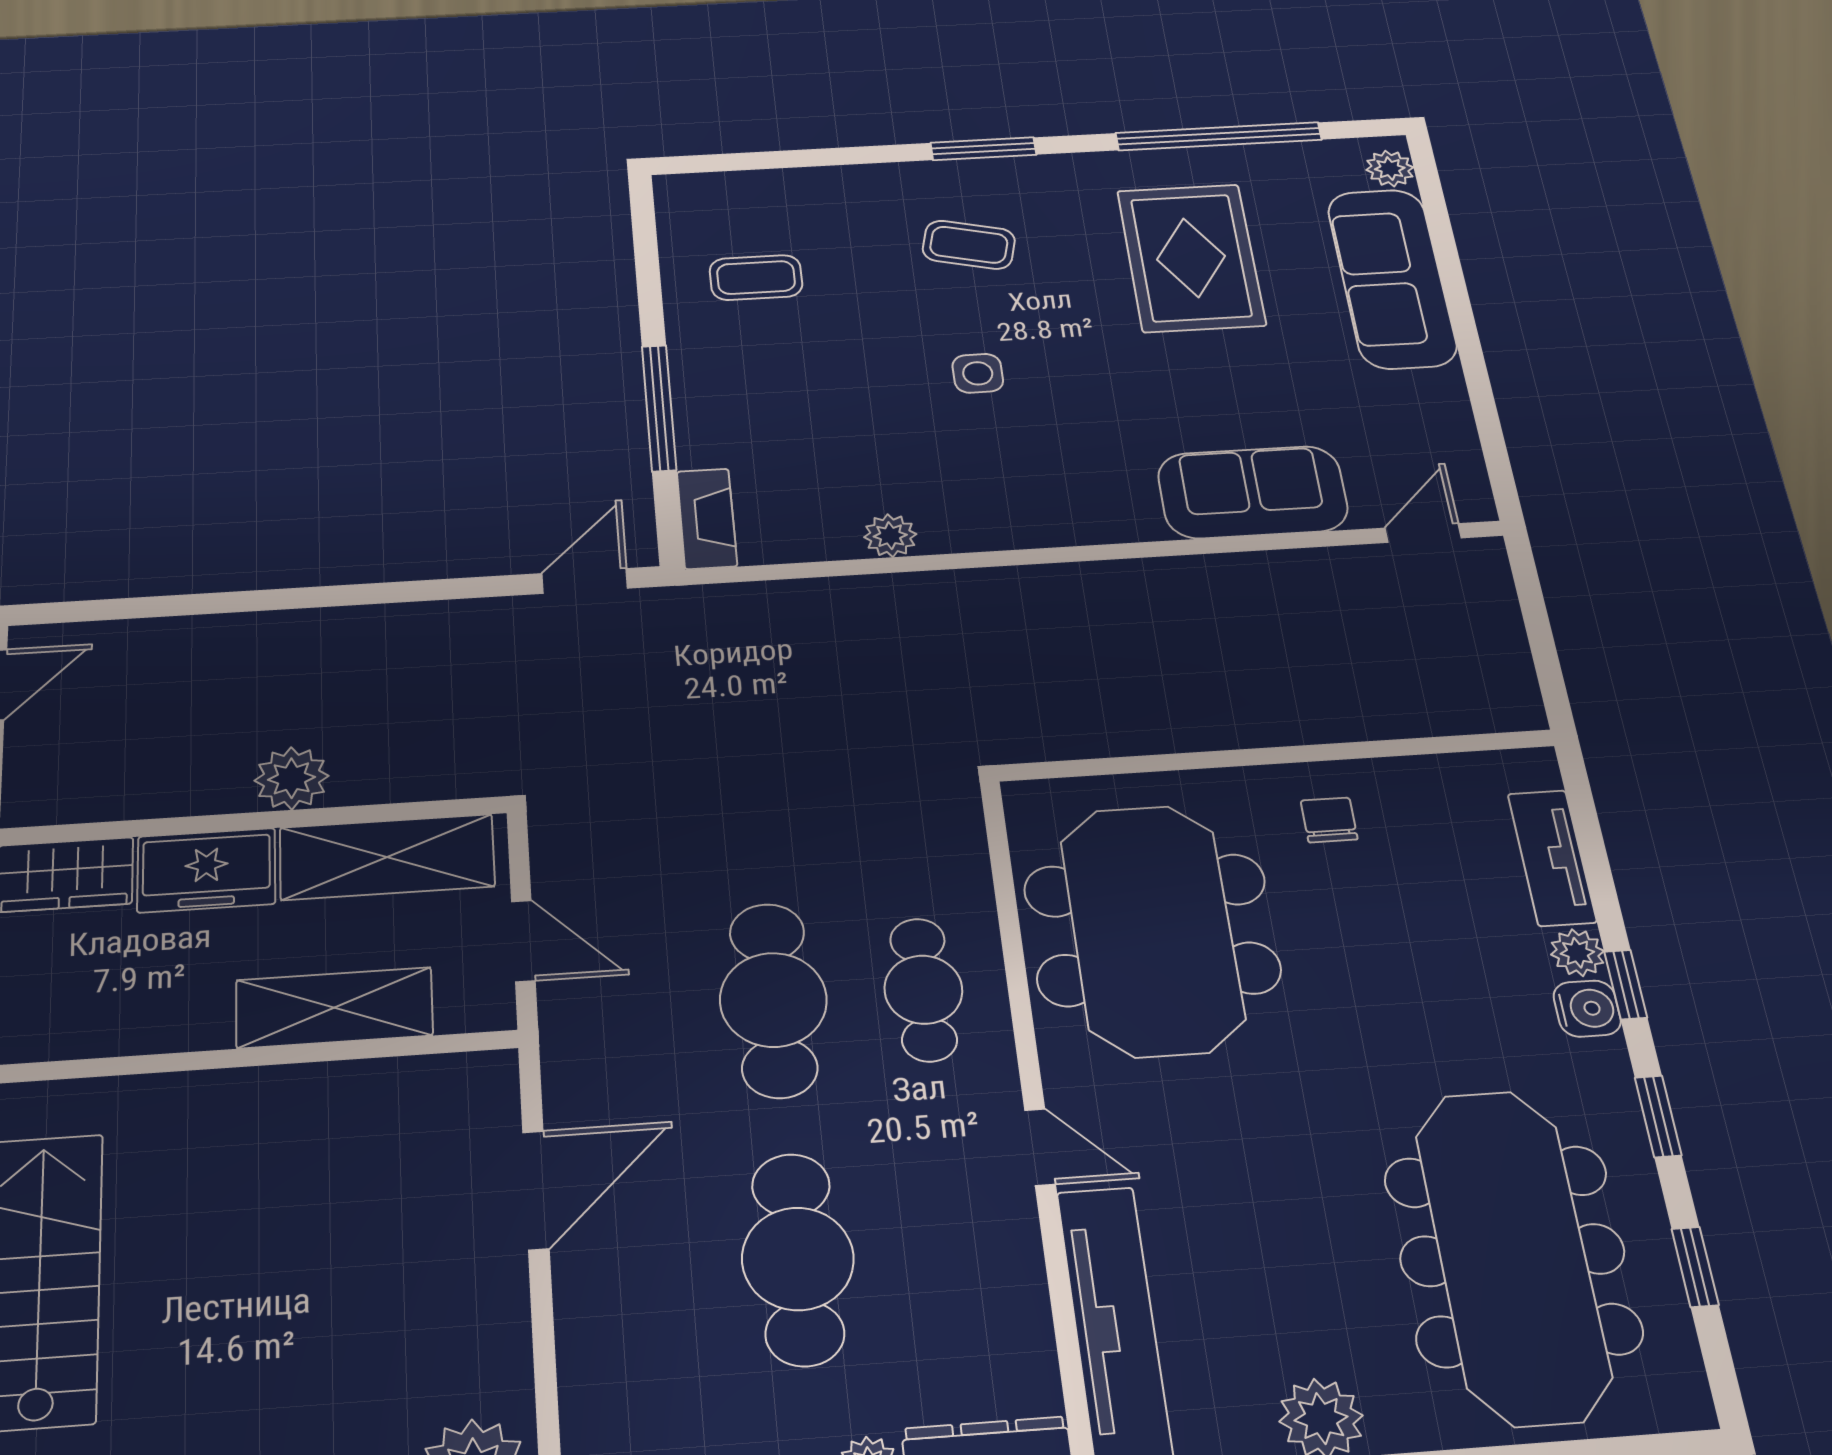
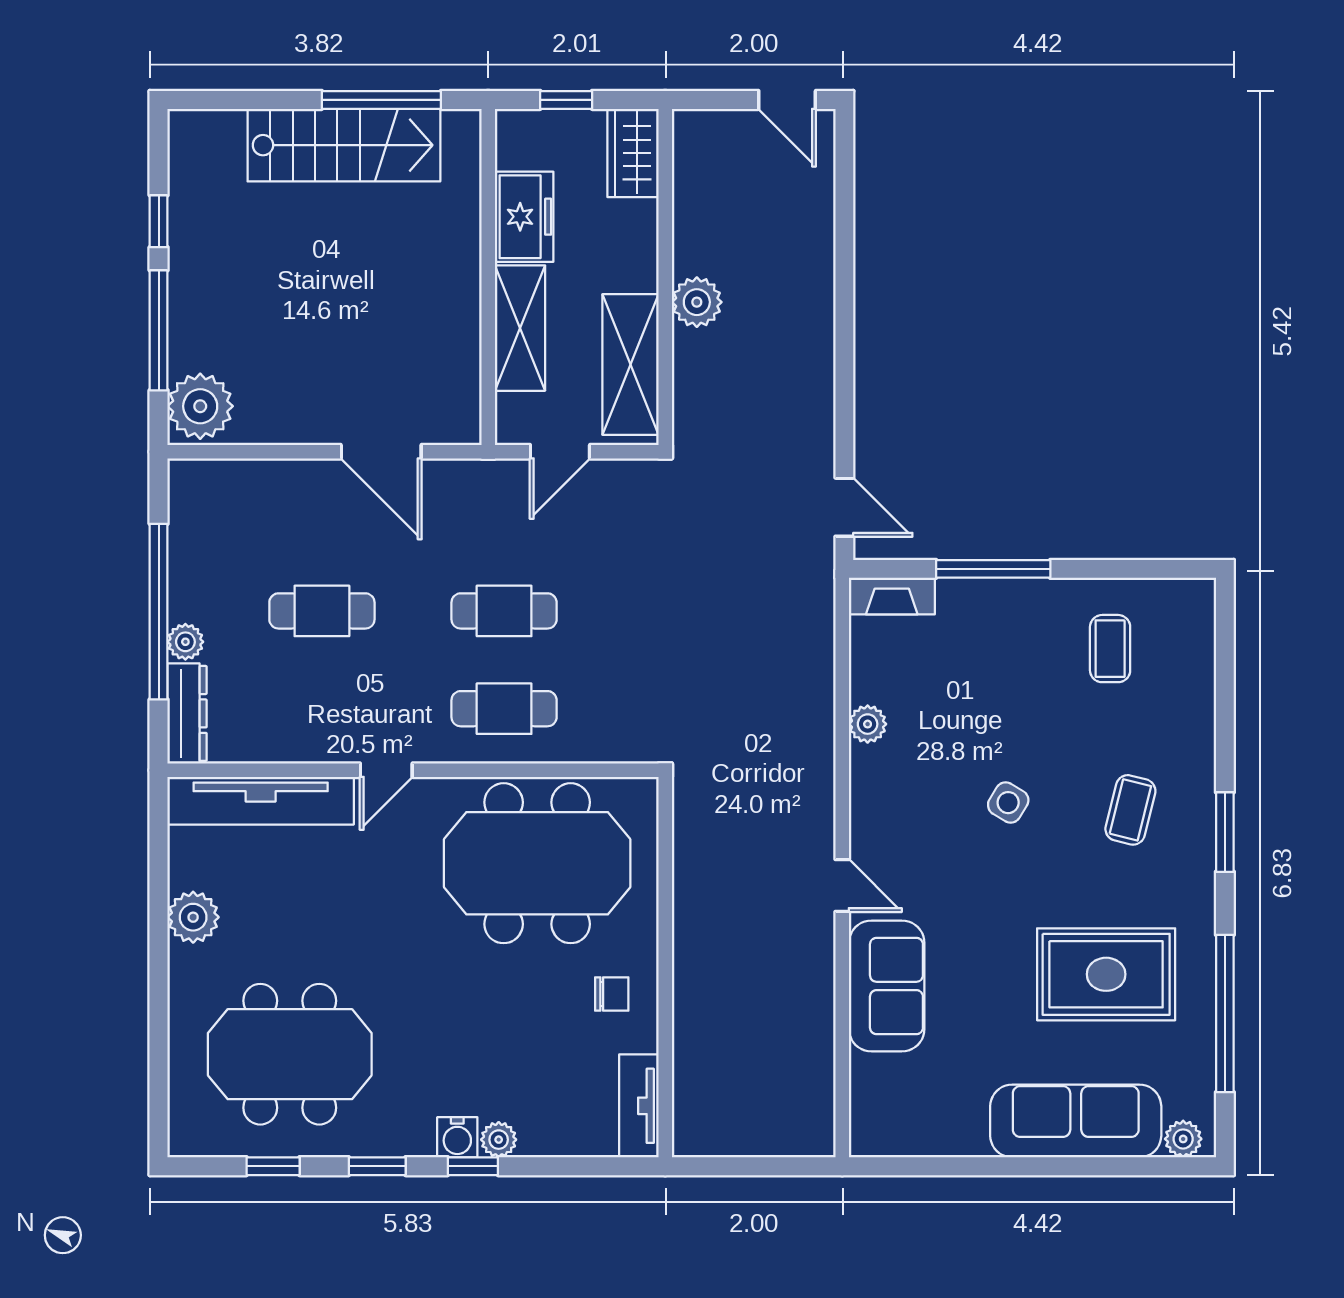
side table: (978, 373) -> (1008, 803), turned 31
door: (1423, 533) -> (842, 885), moved
tv unit: (1552, 858) -> (639, 1106), moved, turned -90
freezer: (206, 870) -> (524, 217), moved, turned 180
cafe table: (773, 1000) -> (504, 611), width x0.73, depth x0.74
meeting table: (1512, 1255) -> (290, 1054), width x0.73
cafe table: (798, 1259) -> (322, 611), width x0.73, depth x0.74

